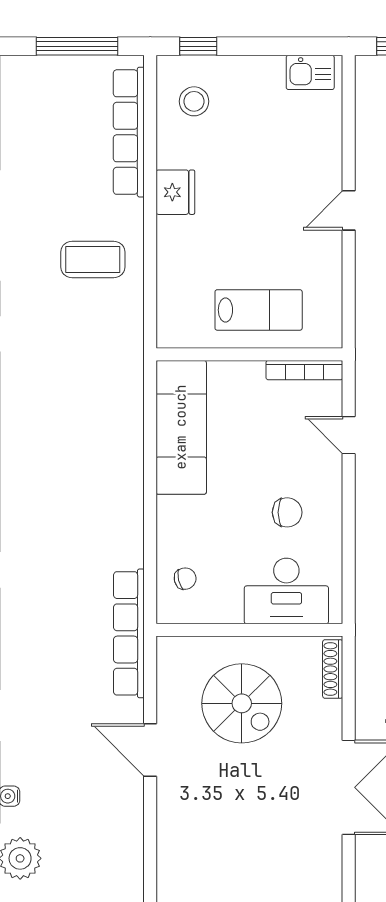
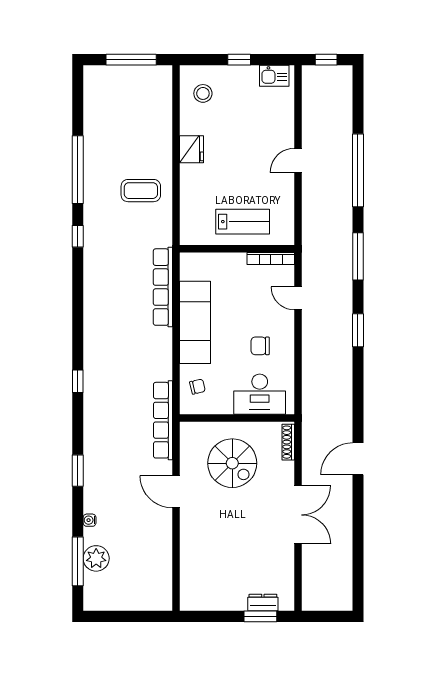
window: (198, 46) -> (239, 60), moved
row of seats: (129, 132) -> (163, 287), moved
exam couch: (181, 427) -> (195, 322), moved
chair: (287, 512) -> (260, 346), turned 180

